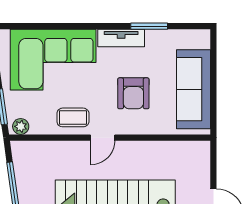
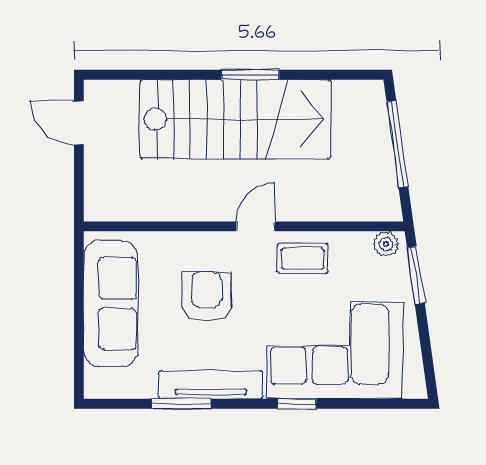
window: (77, 26) -> (297, 404), added
tv unit: (121, 38) -> (211, 385), width x1.41

